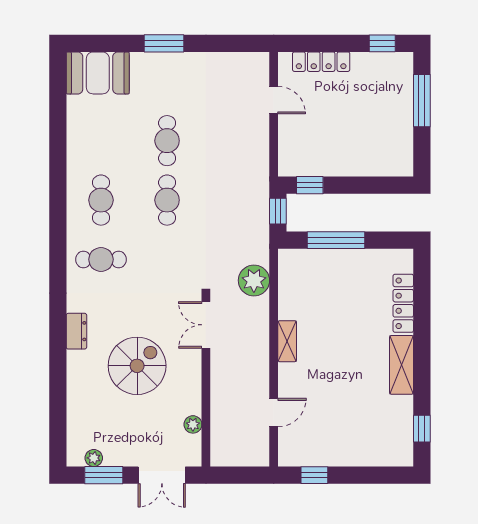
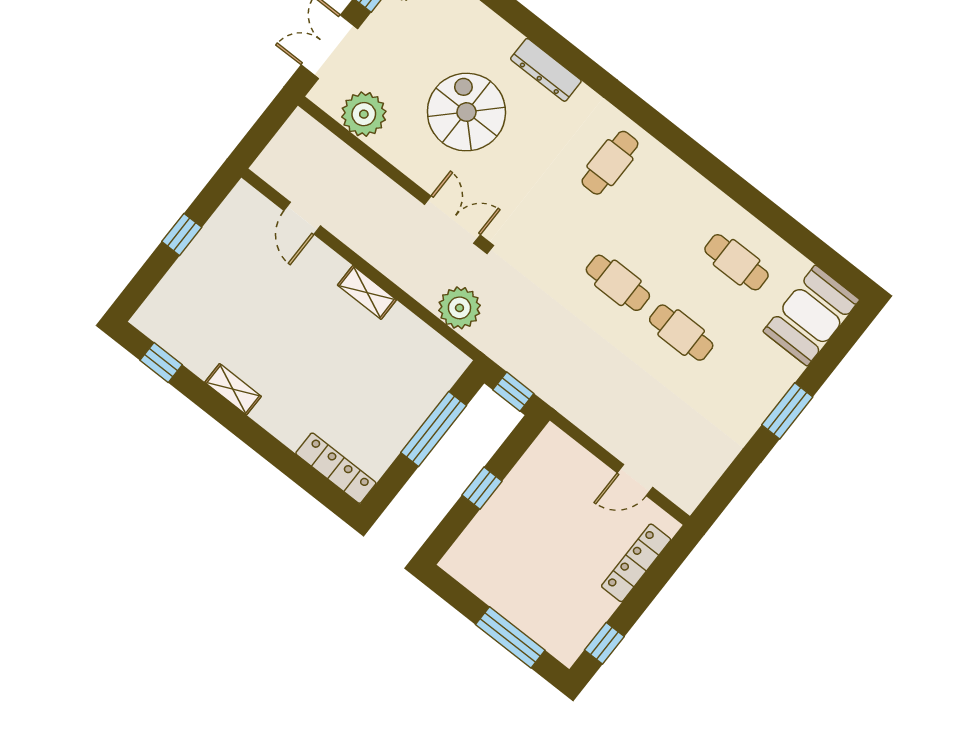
window: (310, 185) -> (482, 488), moved
cafe table: (101, 200) -> (737, 262), moved
locker: (403, 303) -> (336, 468), moved
dresser: (76, 331) -> (546, 70), width x1.44
shelving: (402, 365) -> (233, 389), width x0.67, depth x0.75
spiral stairs: (137, 366) -> (466, 112), turned 180
plant: (193, 424) -> (364, 114), width x1.87, depth x1.87
window: (314, 475) -> (182, 234), moved

